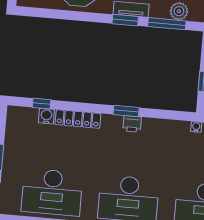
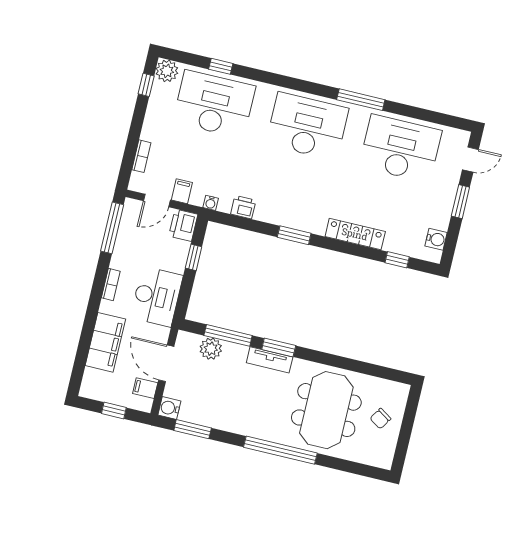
water cooler: (46, 116) -> (436, 239), moved, turned -90
printer: (132, 124) -> (243, 207), moved

